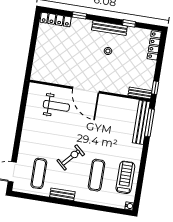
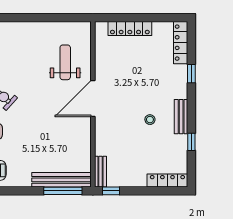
bench: (109, 28) -> (181, 117), width x0.73
locker: (39, 55) -> (130, 28), added
weight bench: (56, 106) -> (65, 62), turned 180

